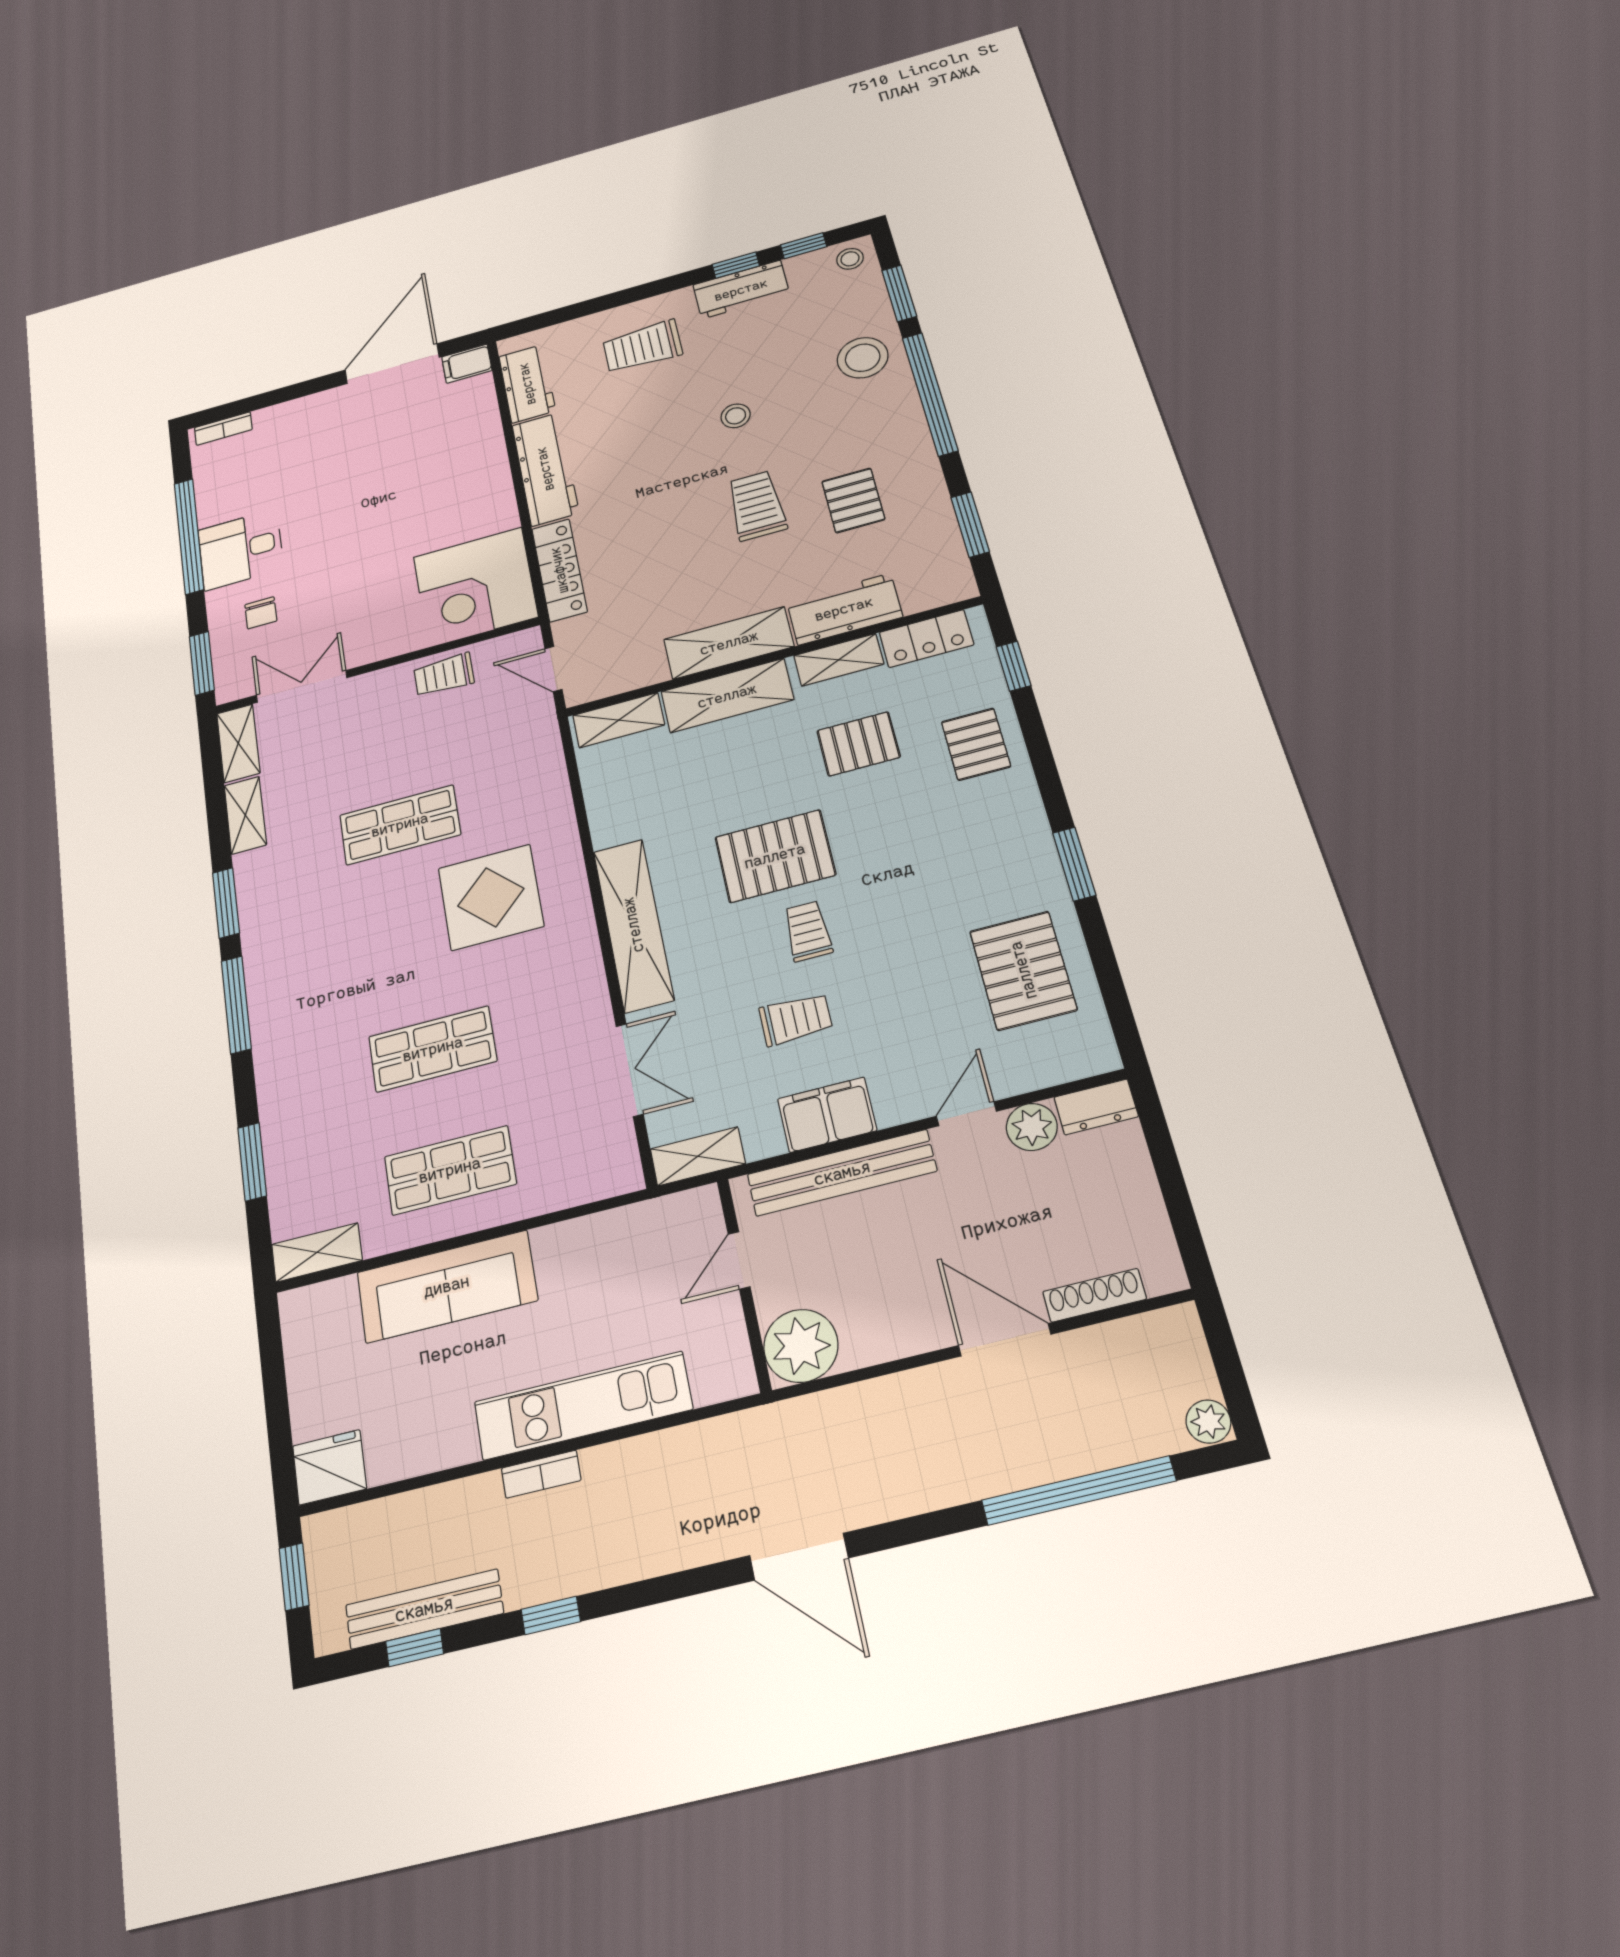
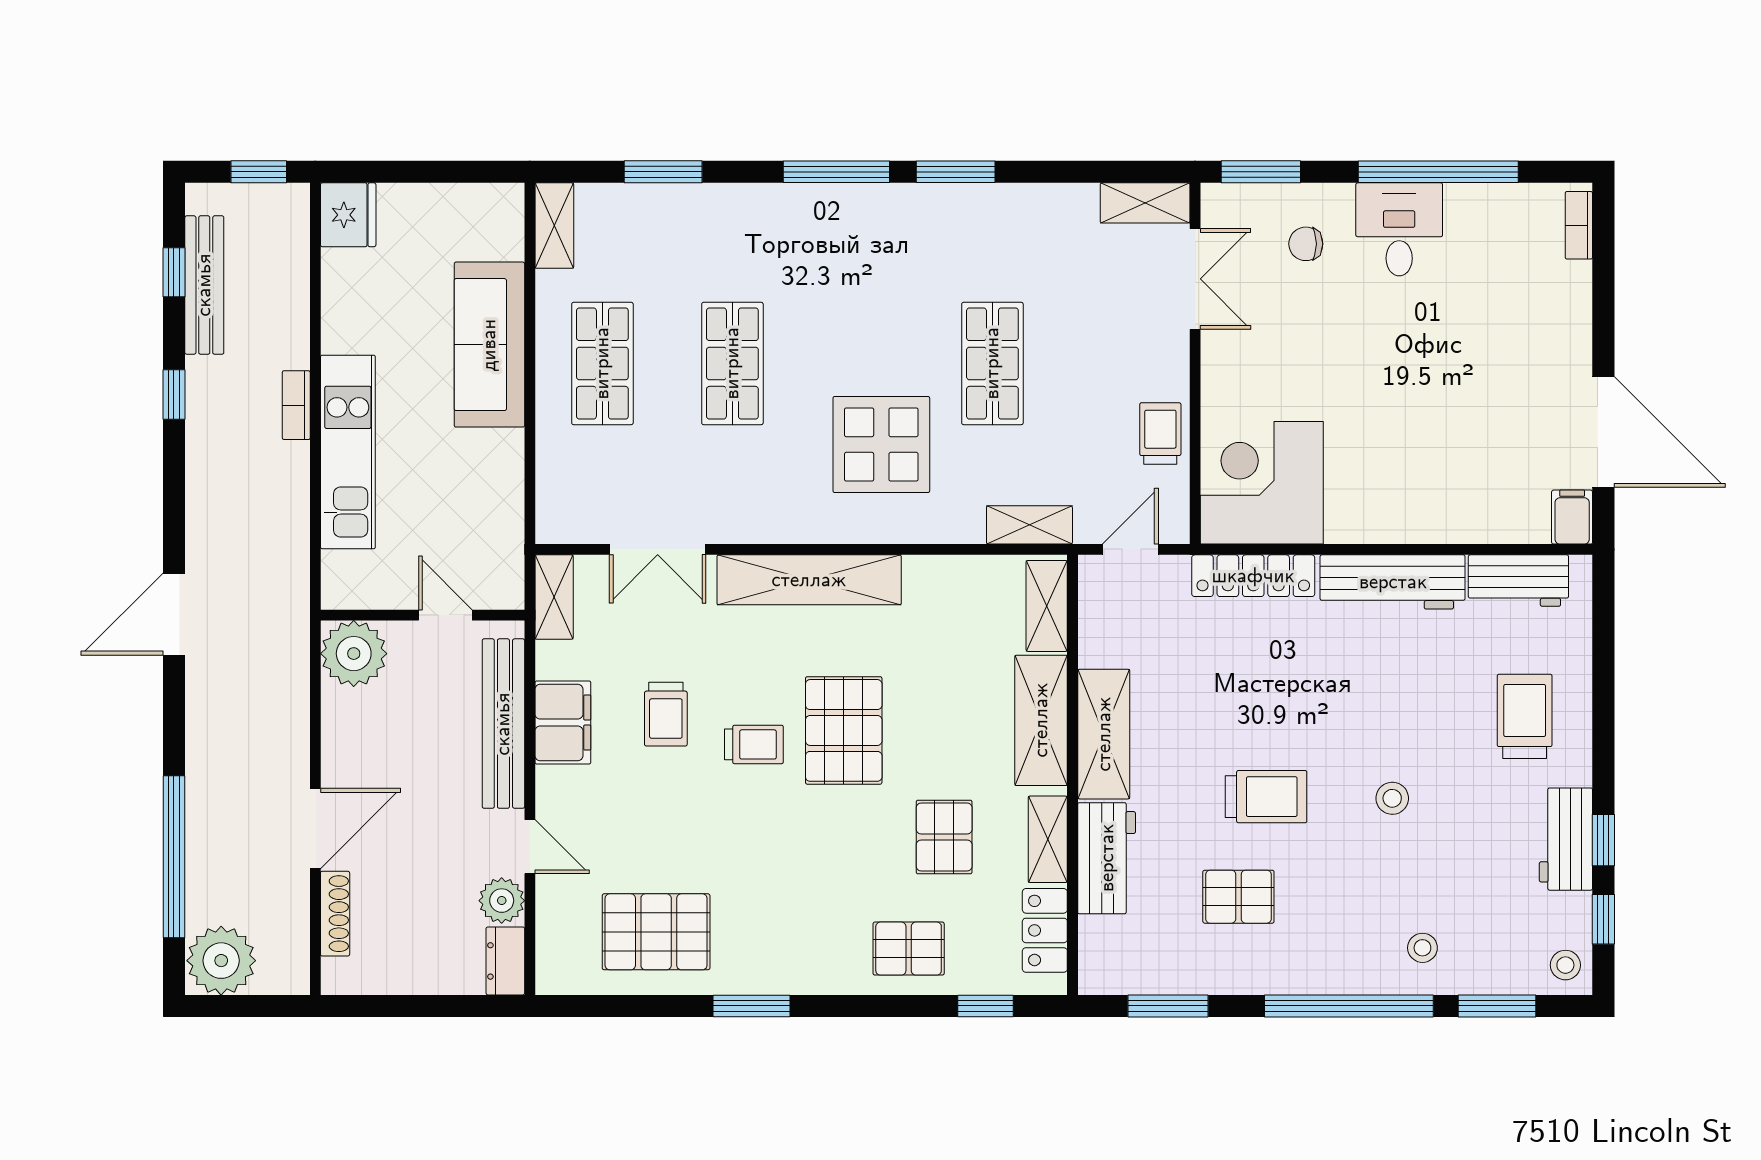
stool: (863, 358) -> (1422, 948), width x0.53, depth x0.53
shelving: (245, 815) -> (1029, 525), moved
plant: (1208, 1422) -> (221, 961), width x1.88, depth x1.88

